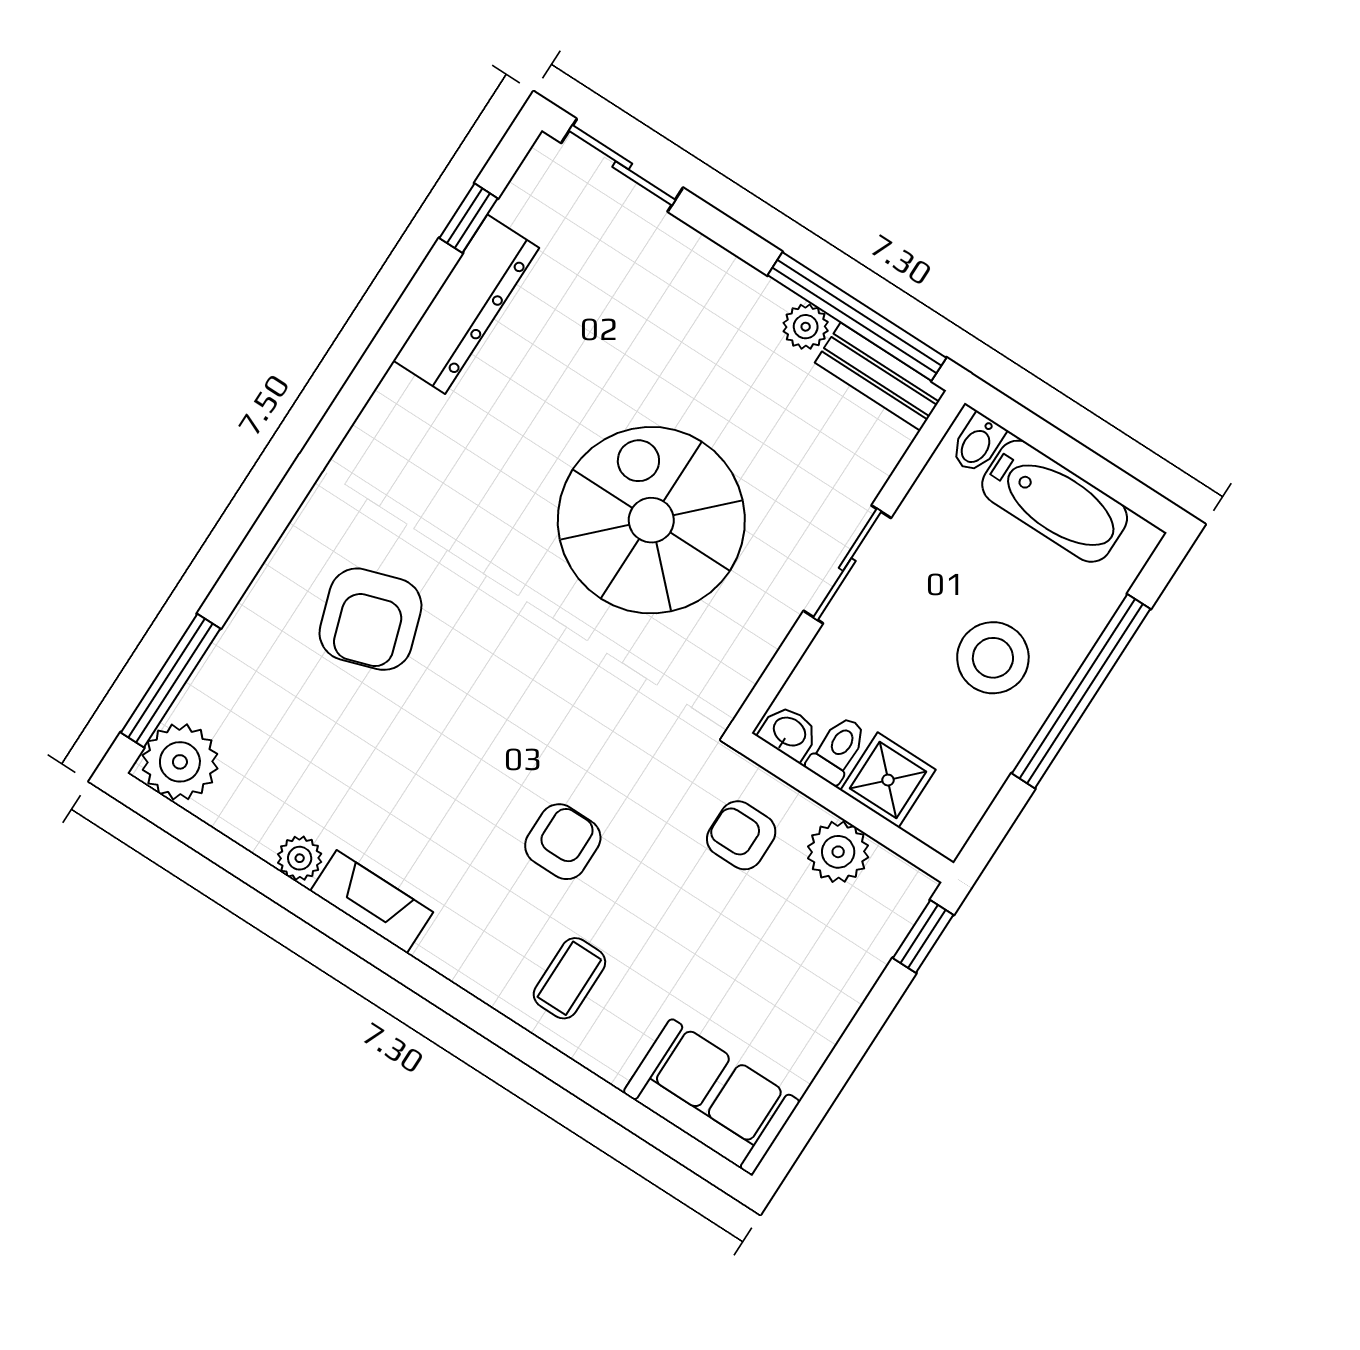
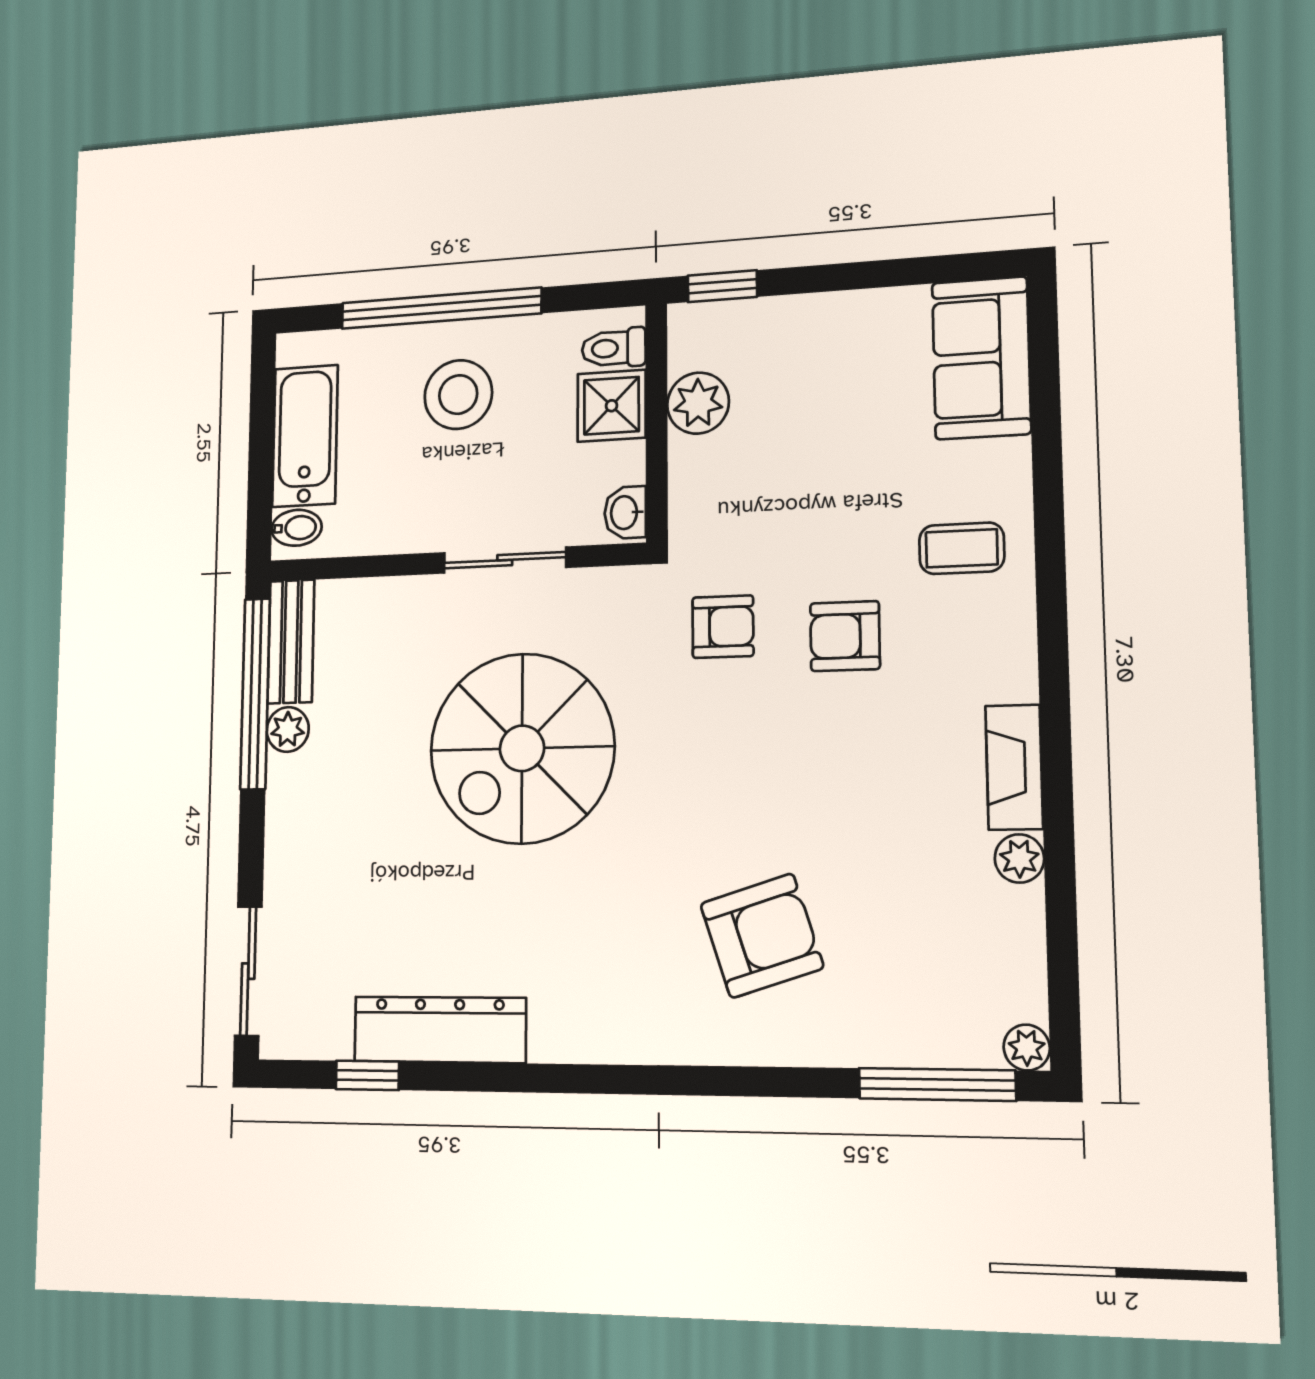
sliding door: (847, 564) -> (505, 560), moved
toilet: (837, 750) -> (614, 348), moved
plant: (180, 762) -> (1027, 1048), width x0.53, depth x0.53
armchair: (741, 835) -> (723, 627), moved, turned -90

